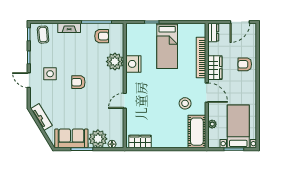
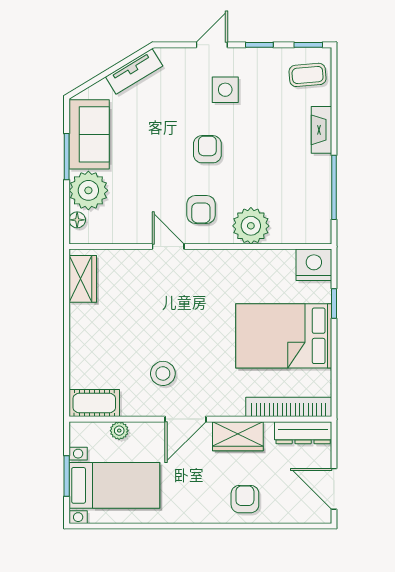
dresser: (213, 33) -> (303, 433), width x1.44
armchair: (102, 36) -> (201, 210), moved
bed: (167, 46) -> (284, 336), width x1.50
bookcase: (201, 58) -> (289, 407), moved
nightstand: (133, 64) -> (314, 265), moved
cot: (197, 132) -> (94, 403), width x0.73, depth x0.75

